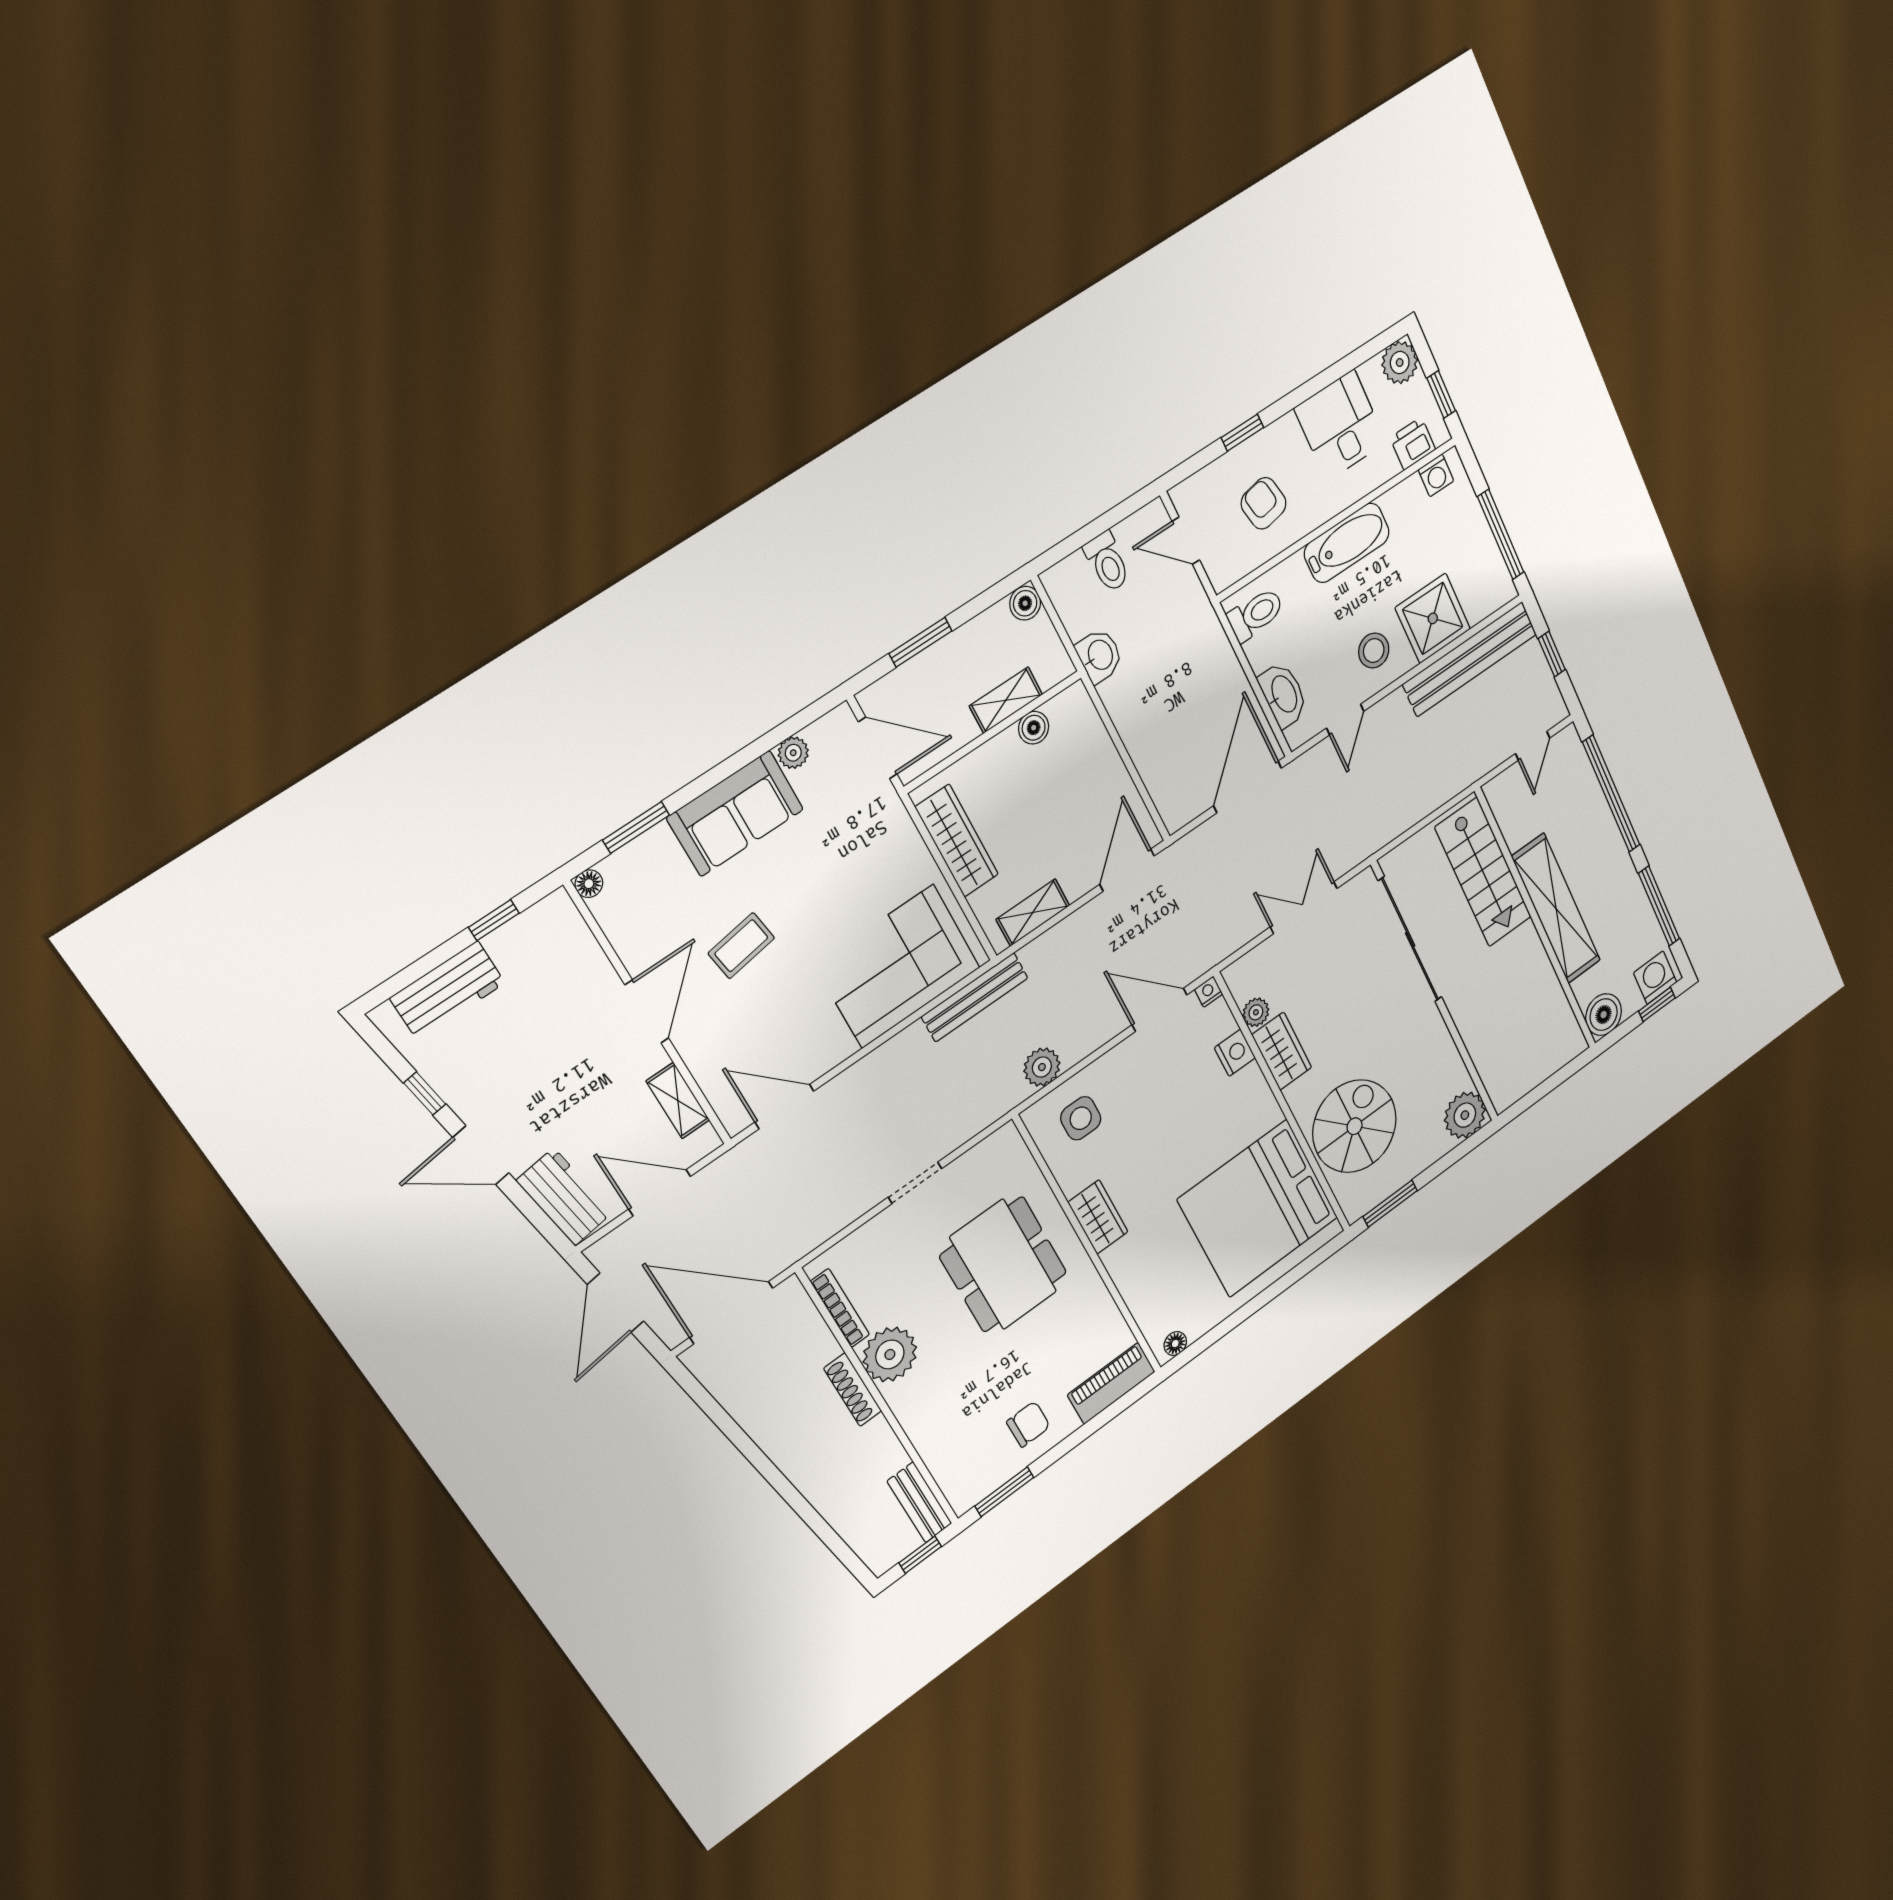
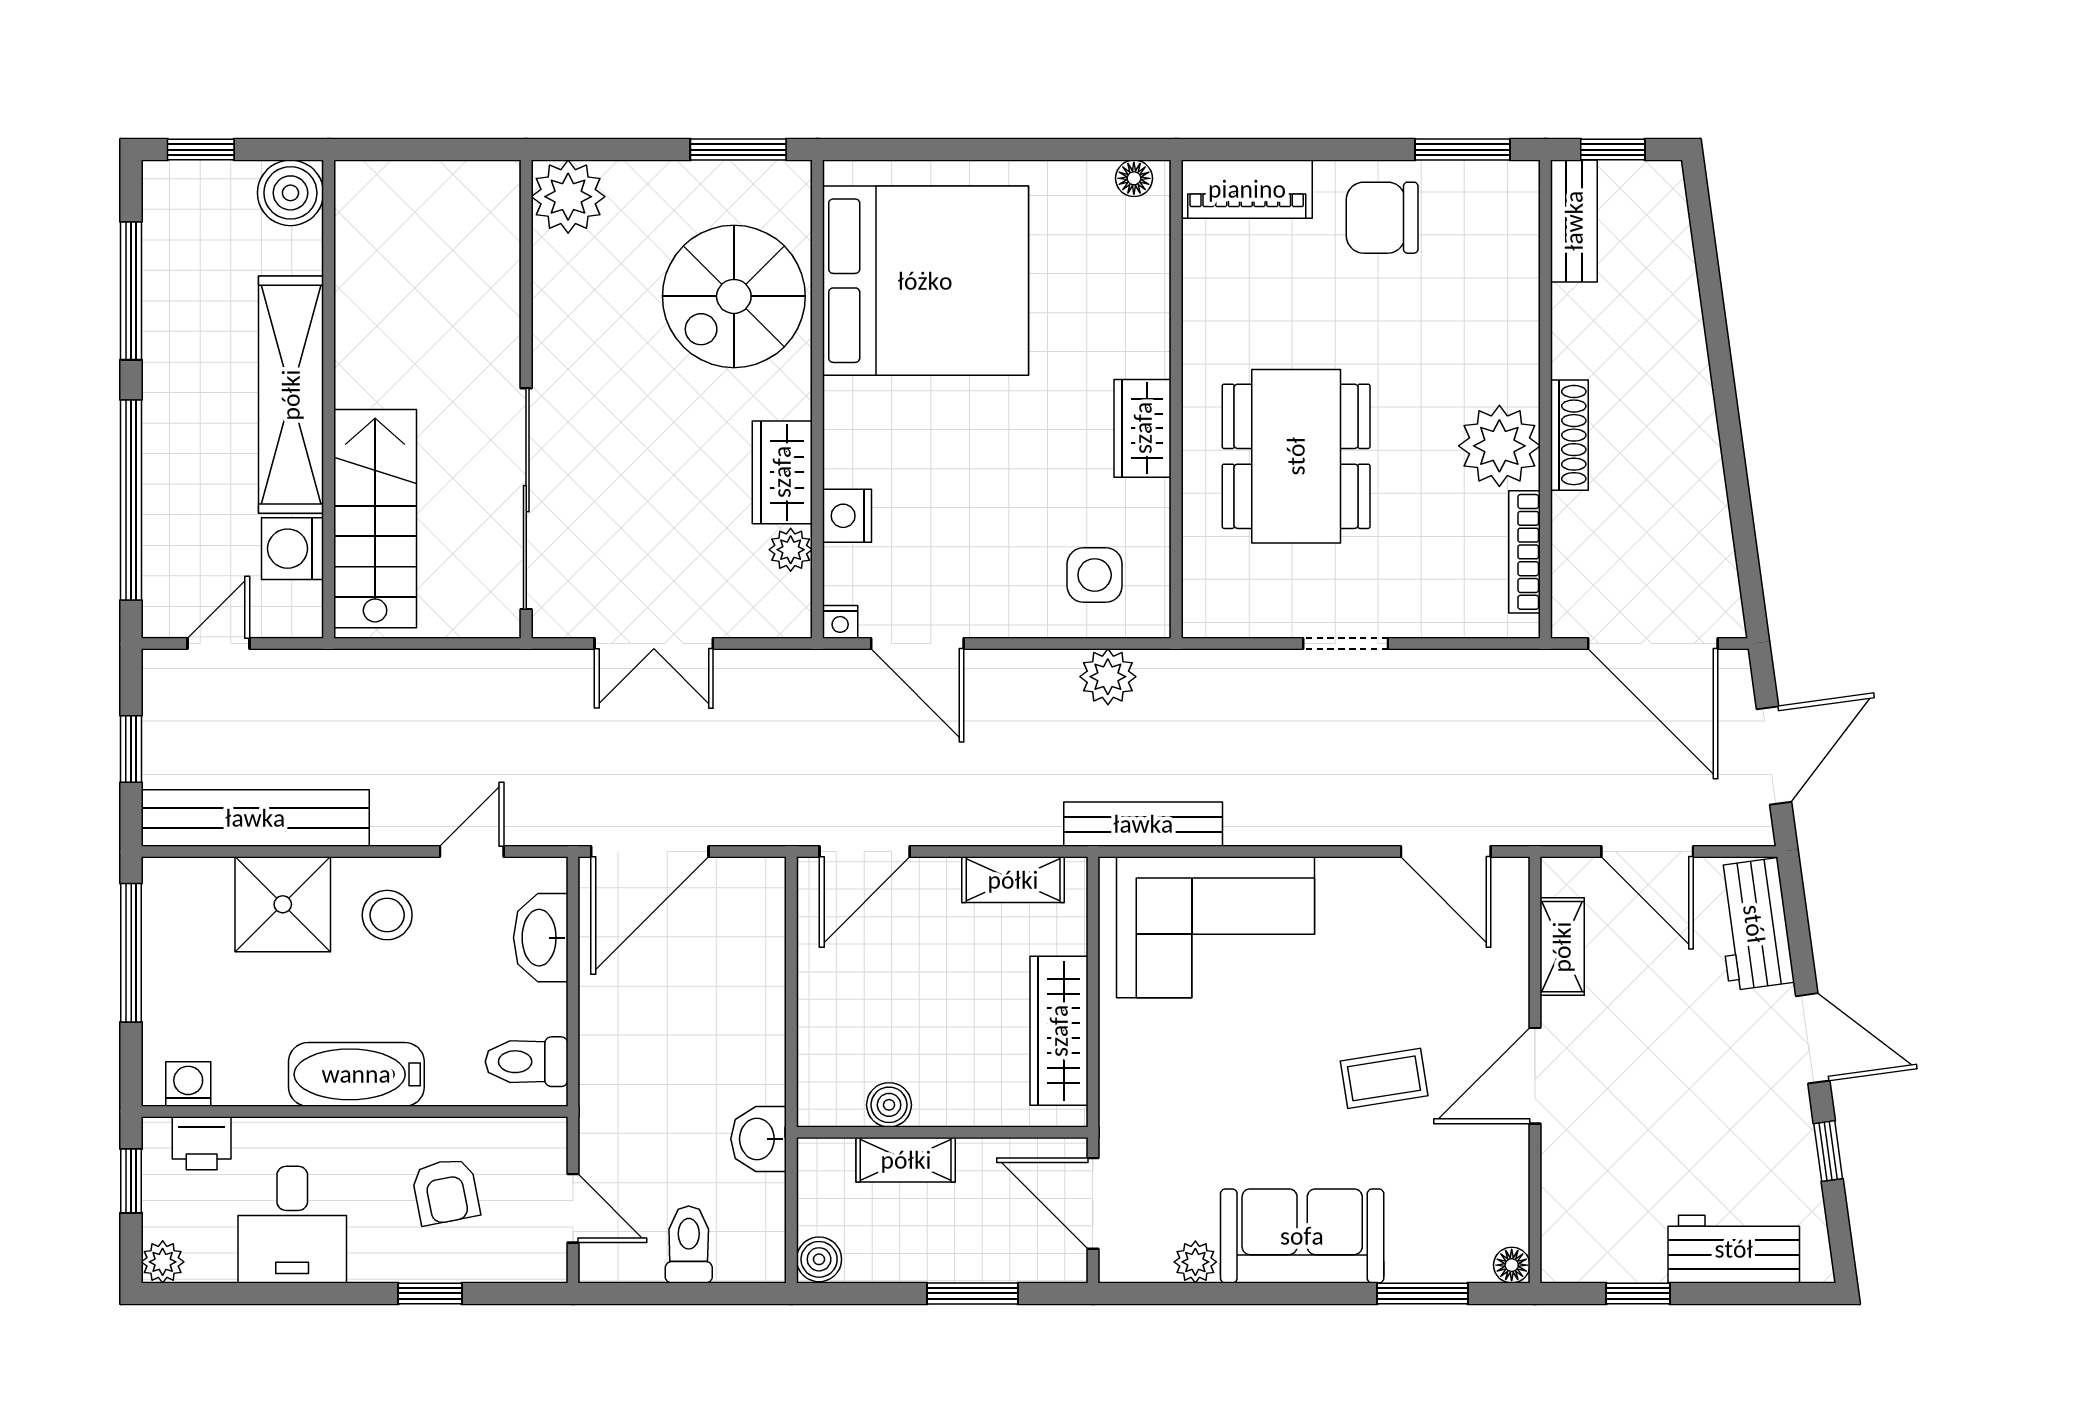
plant: (1400, 363) -> (163, 1262), width x0.73, depth x0.73
washing machine: (1655, 978) -> (292, 549), moved, turned 90
chair: (1028, 1424) -> (1382, 218), width x1.37, depth x1.37

